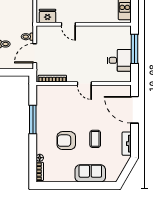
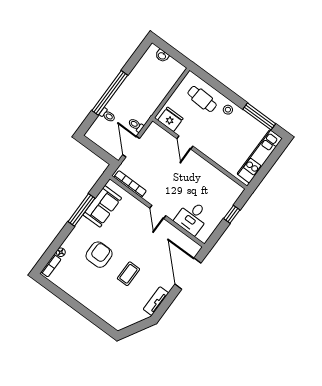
window: (135, 49) -> (232, 214), width x0.46
door: (35, 53) -> (131, 147), hinge flipped
desk: (119, 60) -> (192, 217), moved, turned 90
armchair: (66, 141) -> (99, 255), turned 90
sofa: (90, 173) -> (102, 206), moved, turned 90

